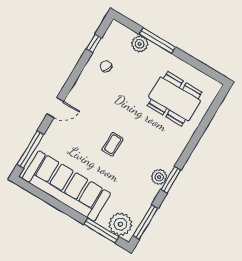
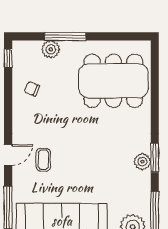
window: (94, 43) -> (8, 58), moved
dining table: (175, 99) -> (113, 81), width x1.36, depth x1.24
coffee table: (113, 144) -> (43, 160), moved

